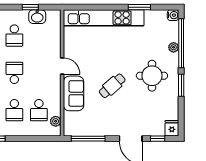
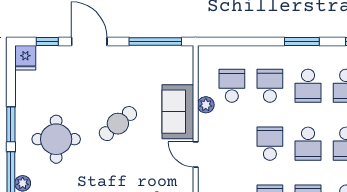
school desk: (14, 73) -> (270, 144), turned 180
plant: (56, 121) -> (206, 105), moved

